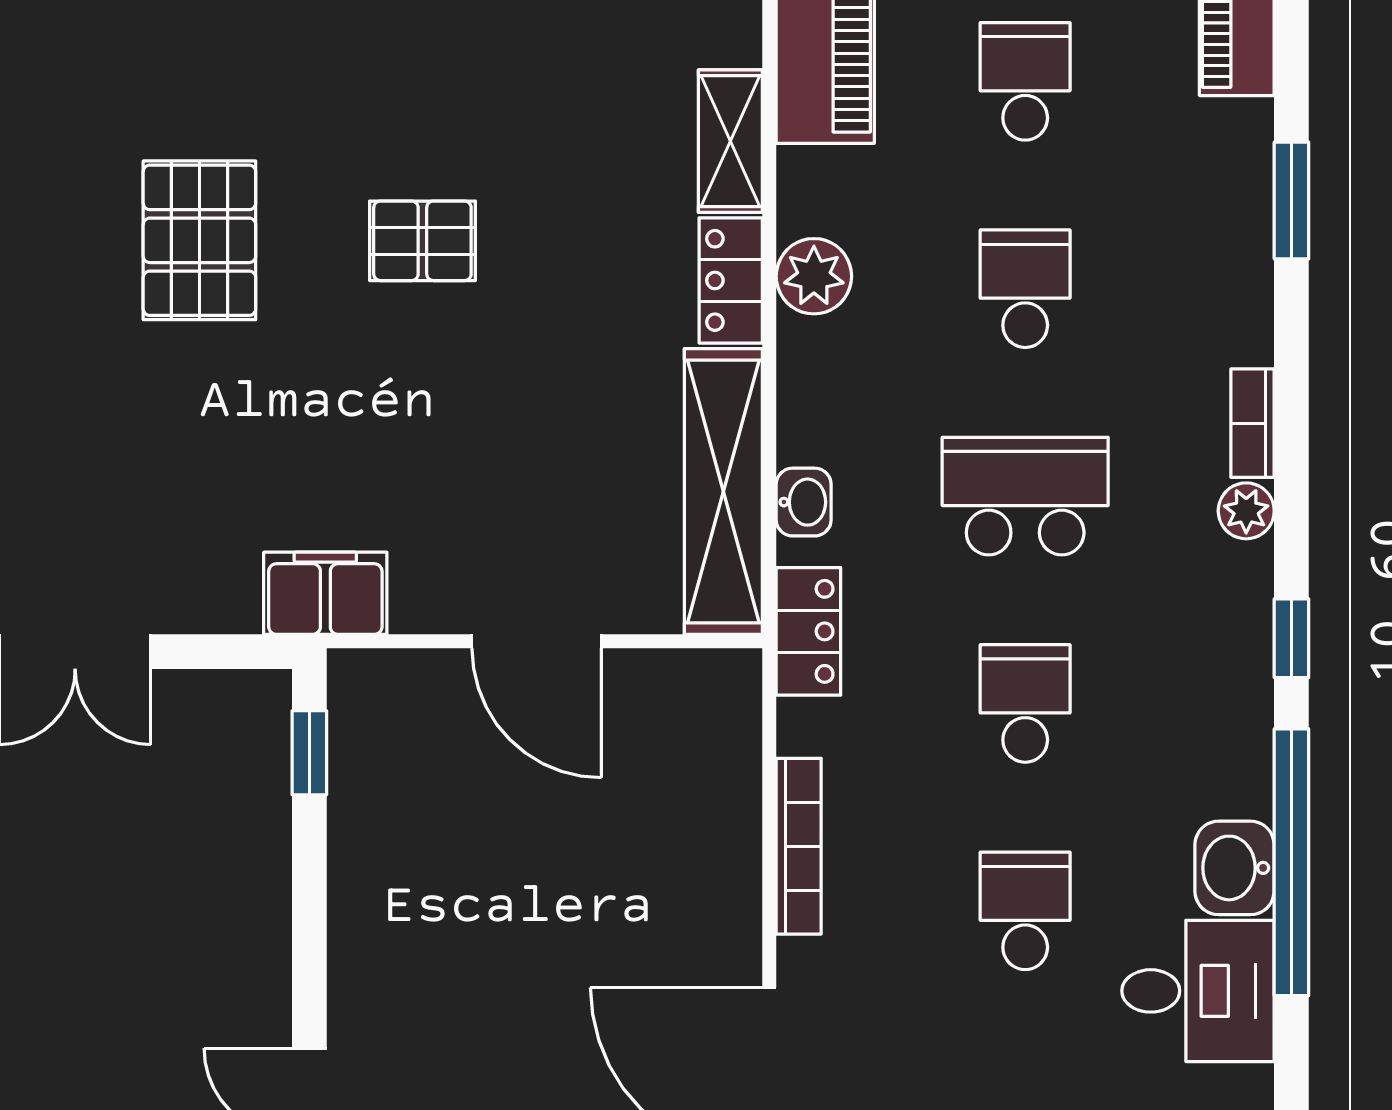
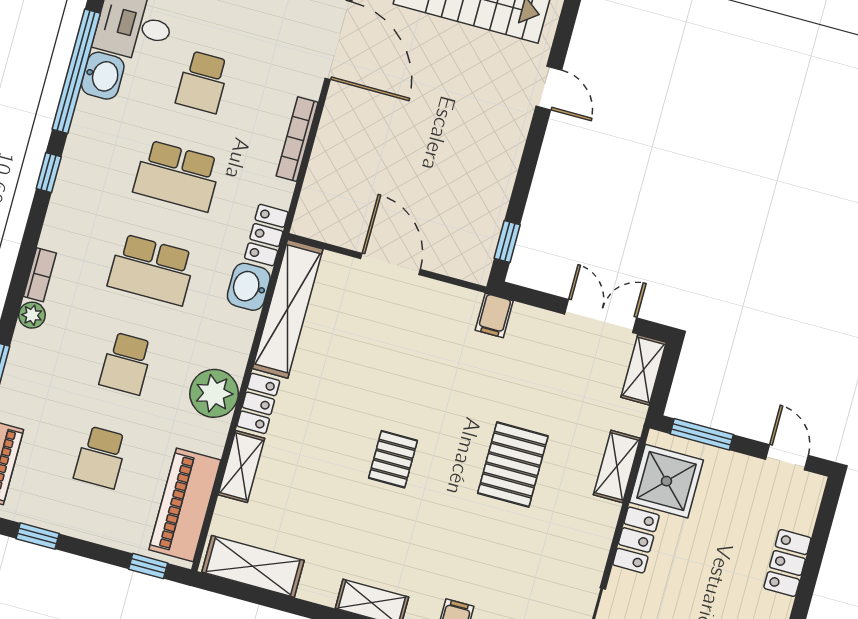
pallet: (199, 240) -> (513, 465), moved
pallet: (422, 241) -> (393, 459), turned 90
plant: (814, 276) -> (214, 393), width x1.36, depth x1.36
washbasin: (804, 502) -> (249, 287), width x1.38, depth x1.45
plant: (1246, 511) -> (32, 315), moved
filing cabinet: (325, 593) -> (494, 315), width x0.50
school desk: (1025, 703) -> (177, 176), width x1.85

